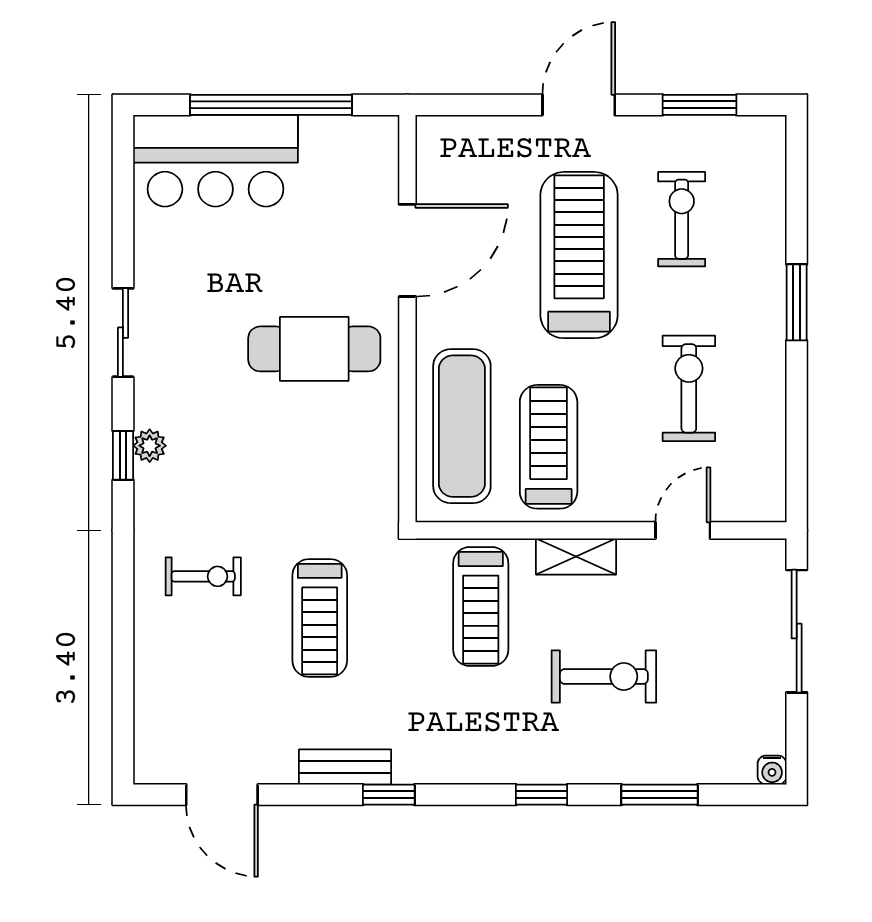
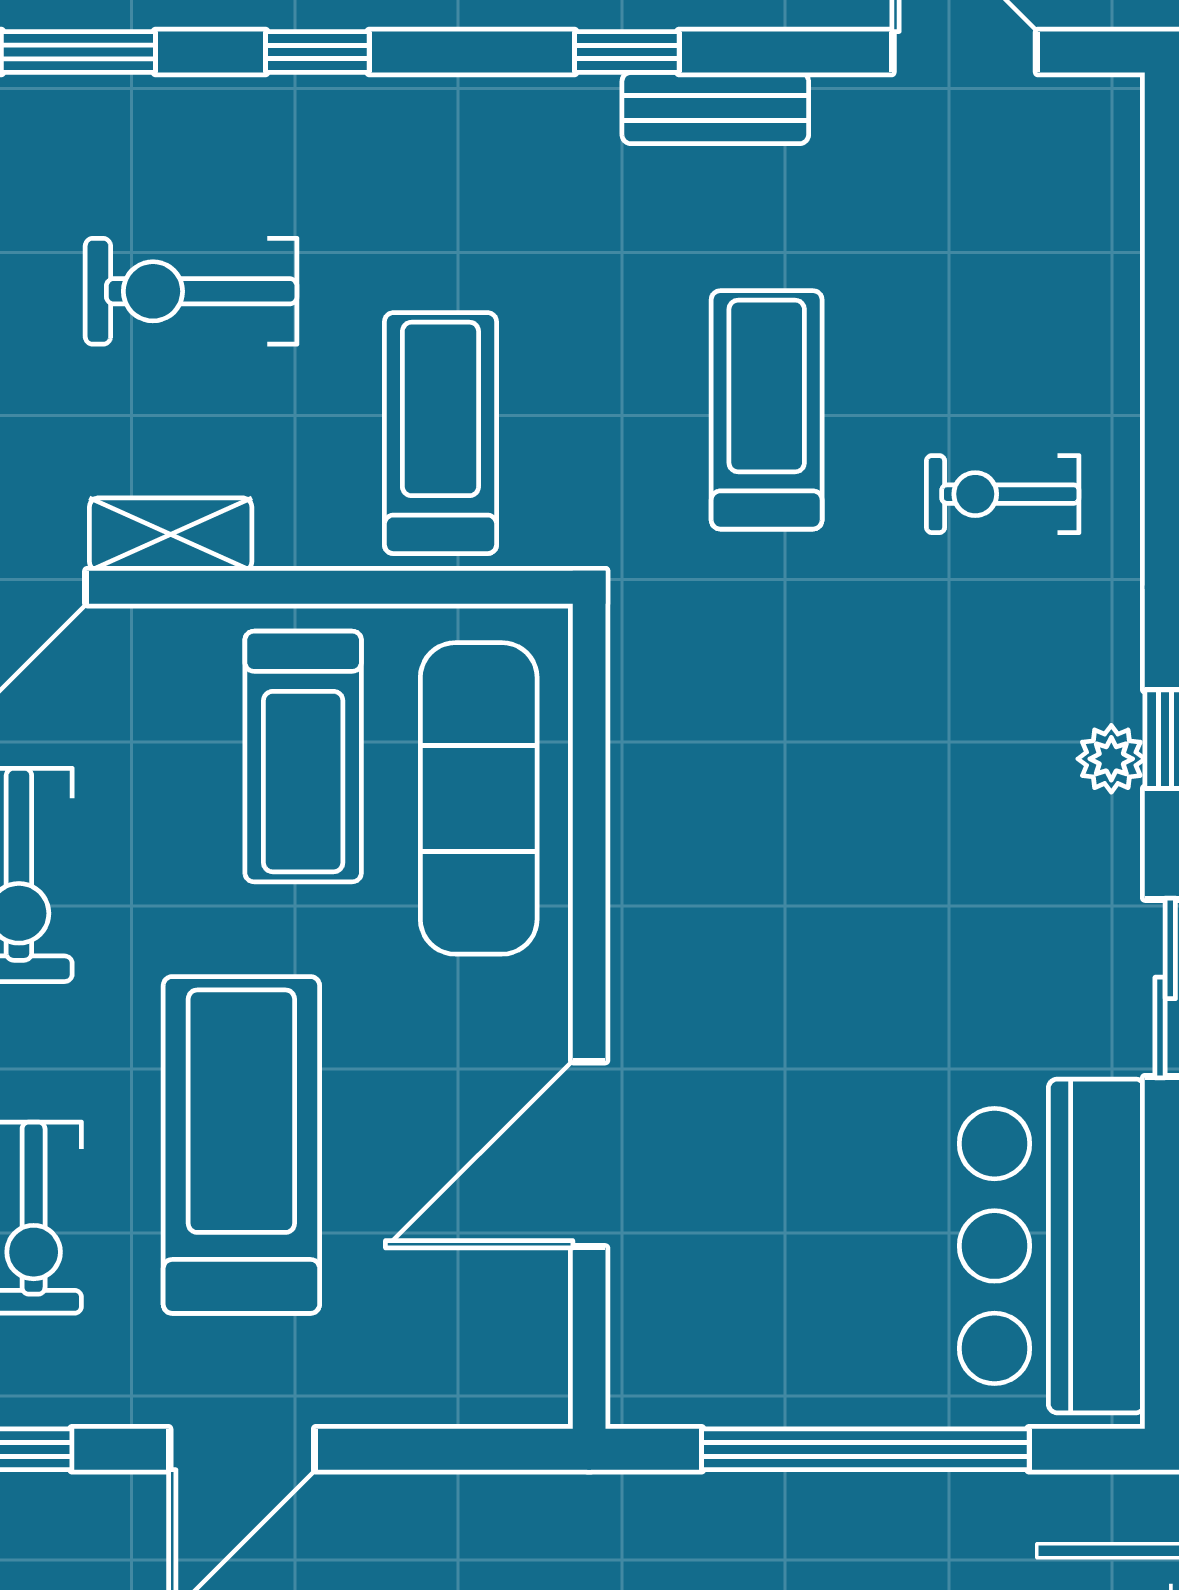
bar counter: (215, 161) -> (1052, 1246), moved, turned -90
treadmill: (579, 255) -> (241, 1145), turned 180
cafe table: (314, 349) -> (778, 955), removed
shelving: (576, 557) -> (171, 534), moved

